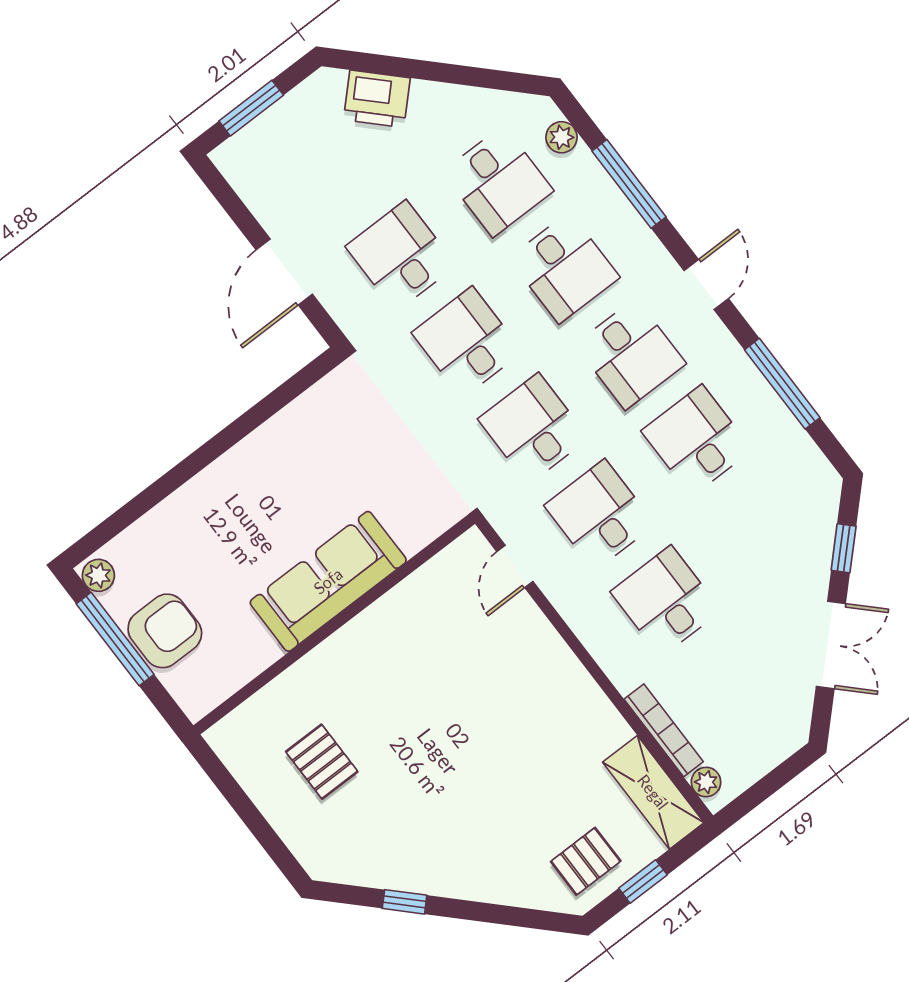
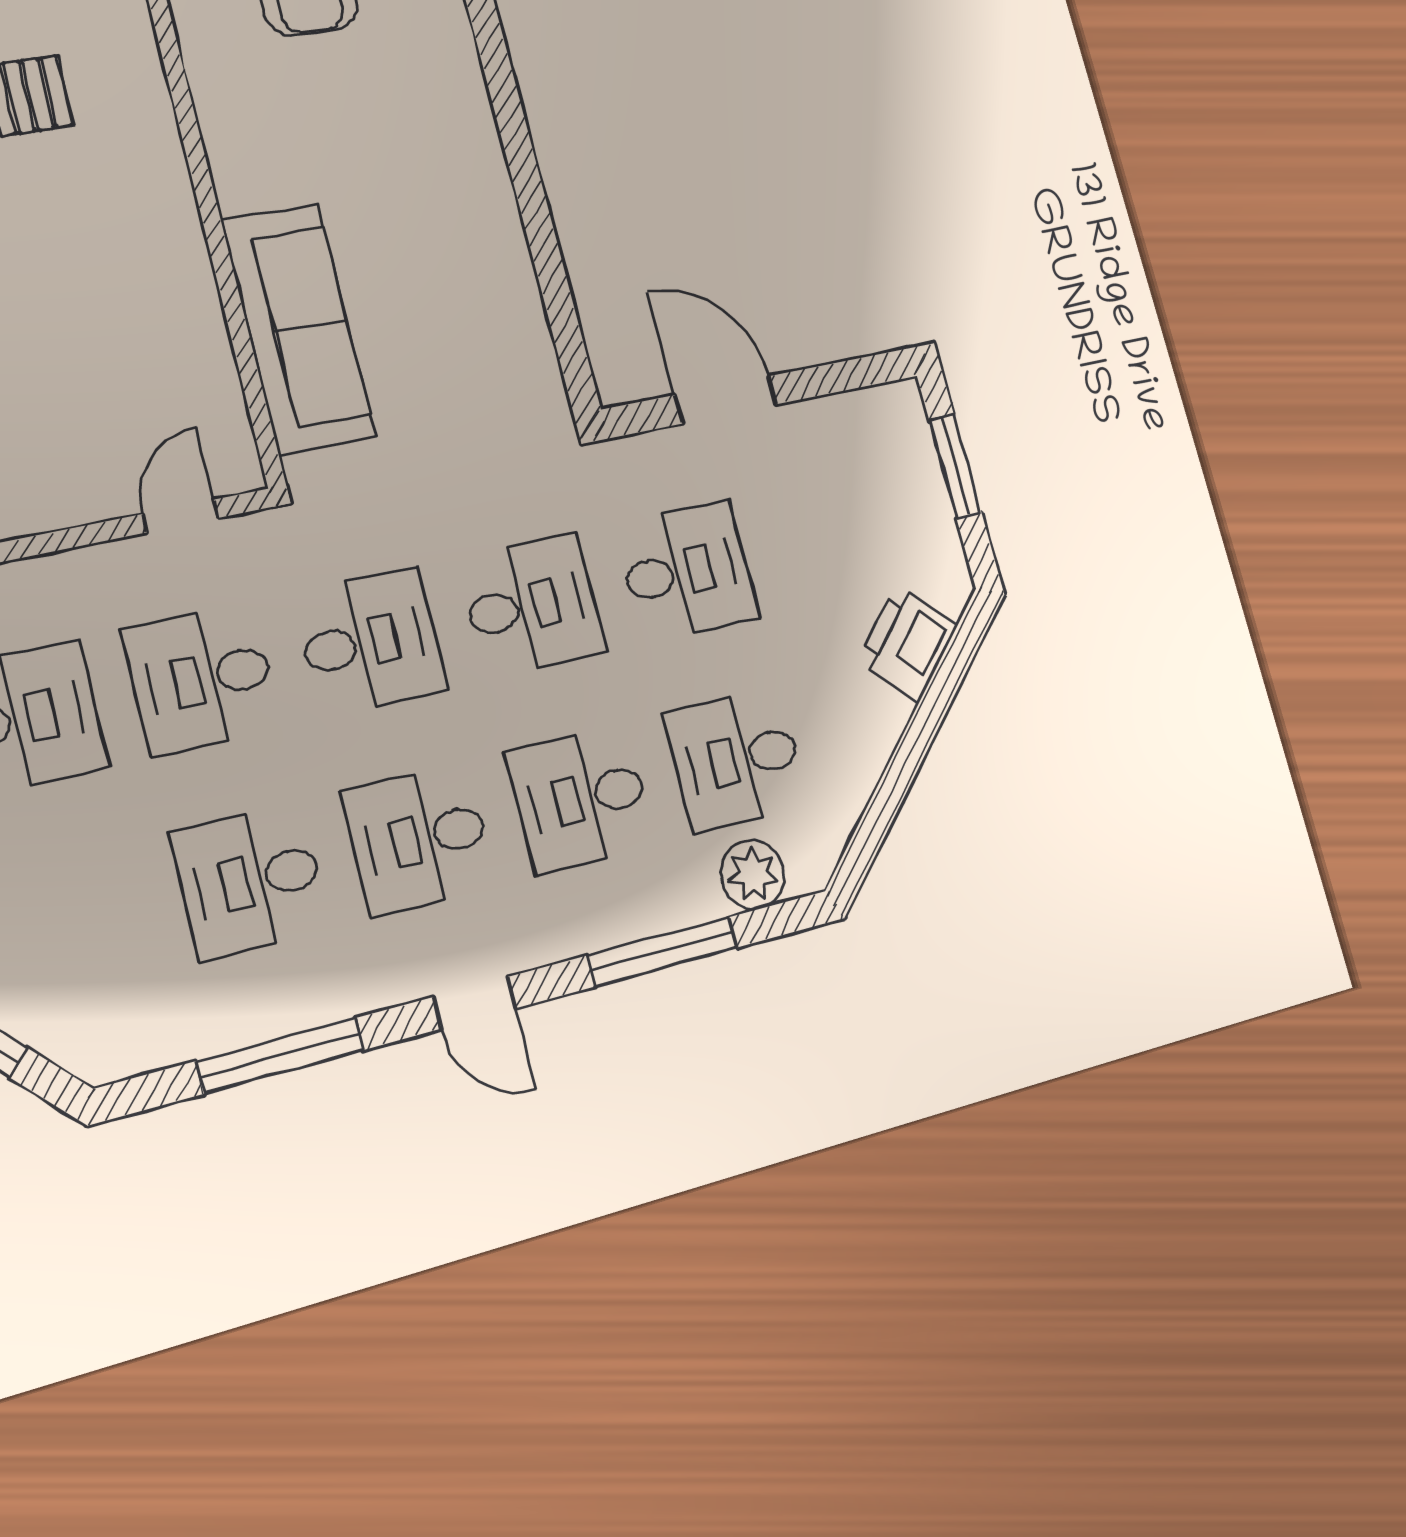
plant: (562, 137) -> (753, 875), width x1.38, depth x1.38
desk: (697, 440) -> (250, 881), turned 180
desk: (600, 515) -> (202, 679), turned 180
door: (515, 566) -> (180, 516), hinge flipped
sofa: (328, 581) -> (298, 329), moved

